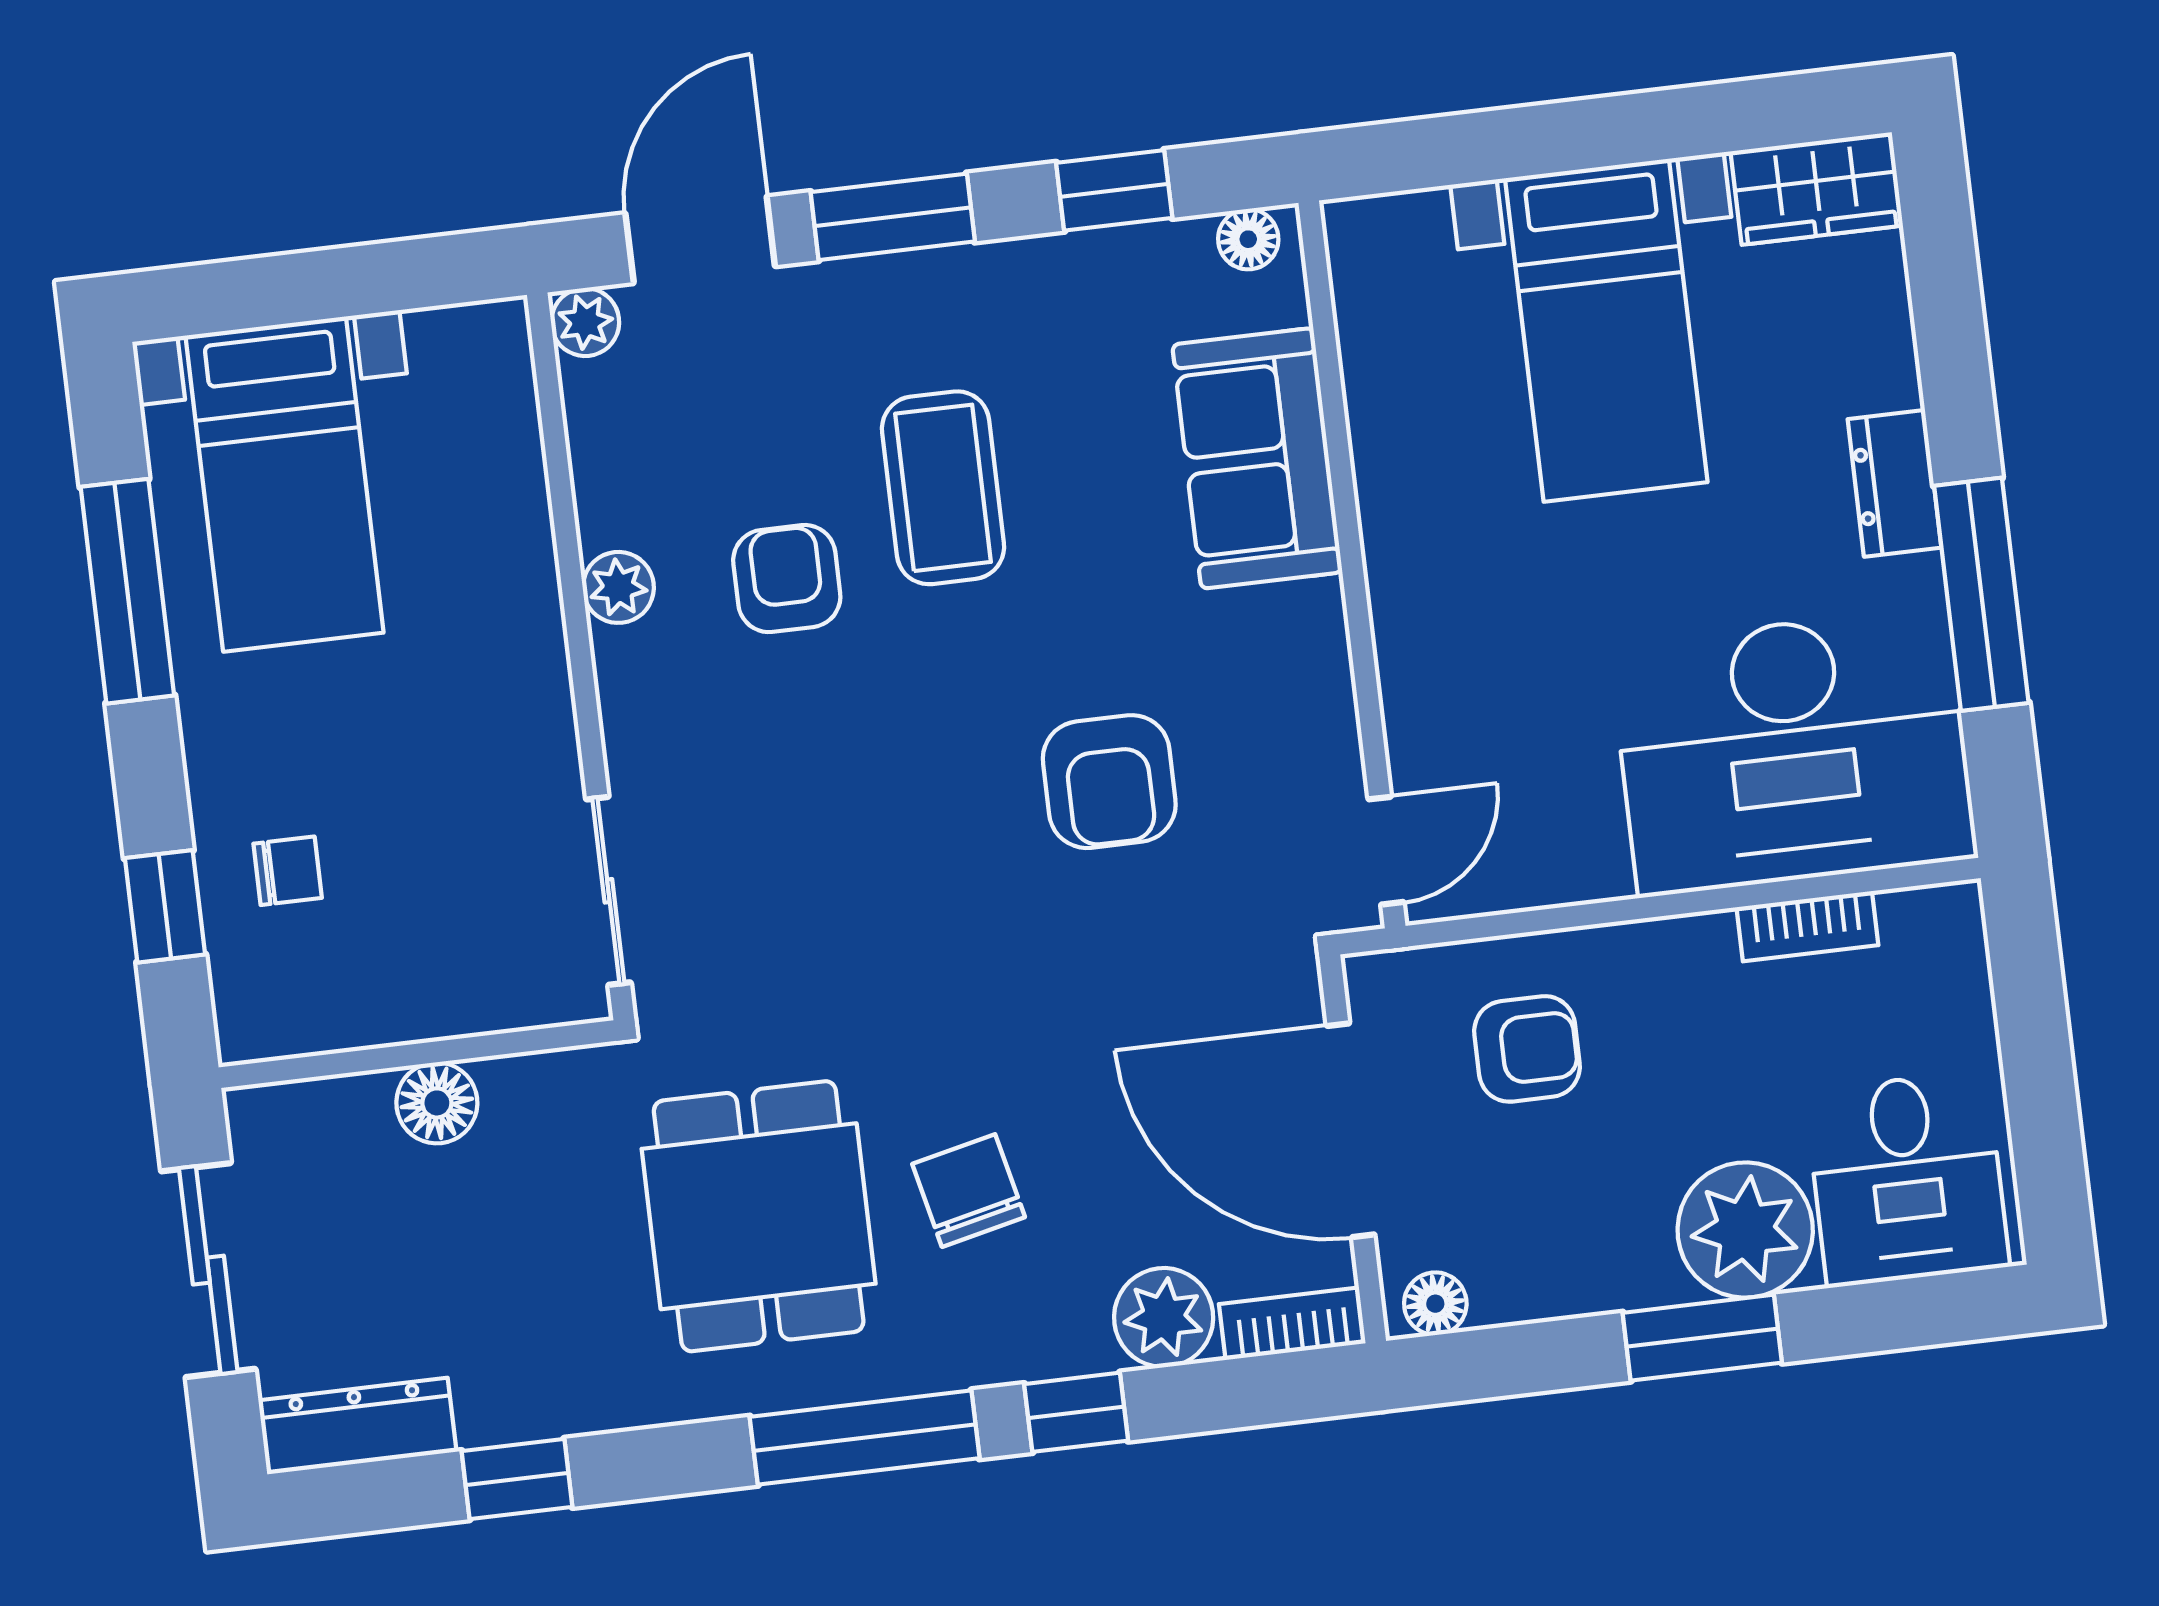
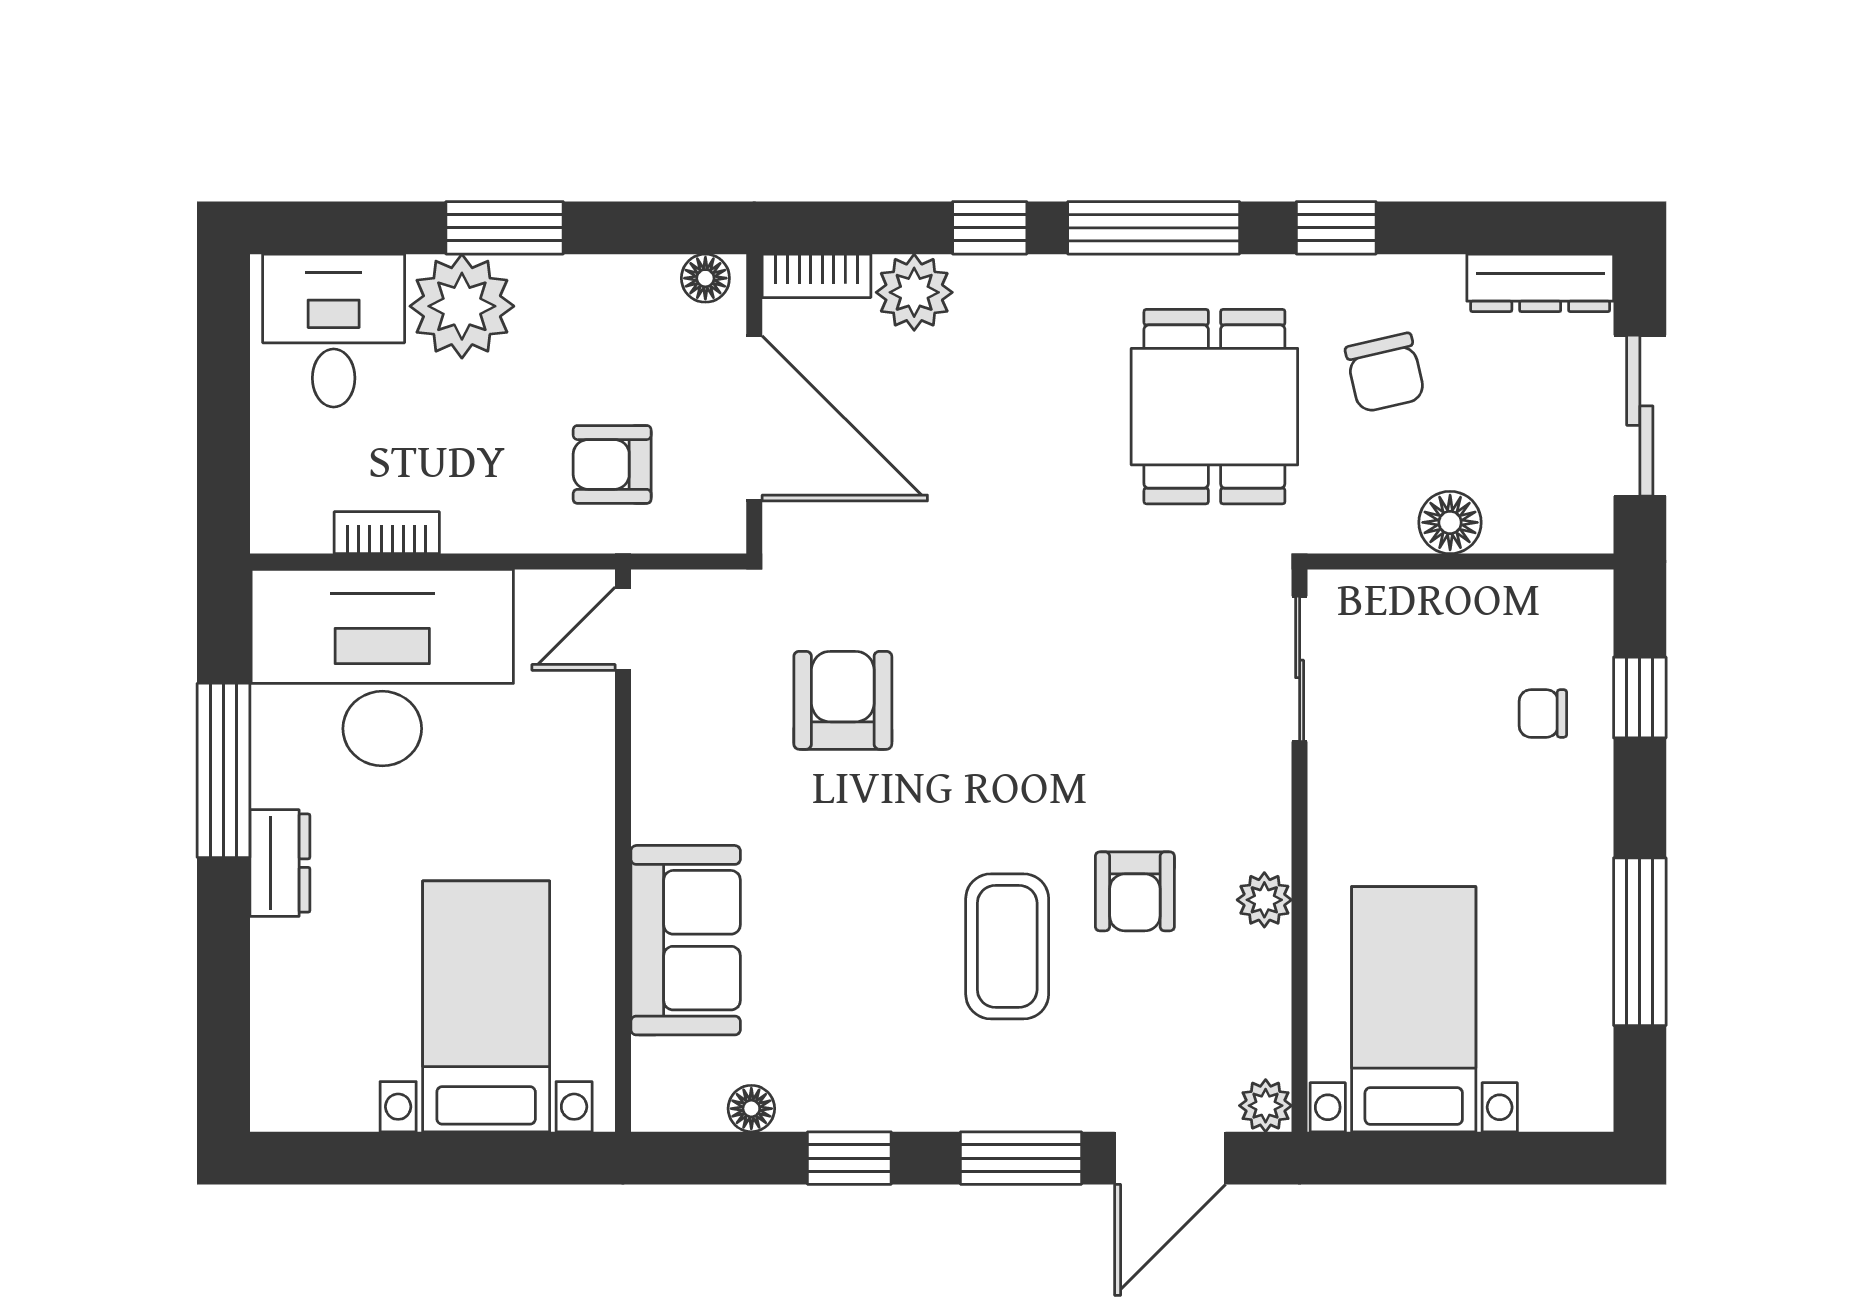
wardrobe: (1817, 188) -> (312, 1095), removed
sofa: (1257, 458) -> (686, 940), moved
bed with nightstands: (285, 484) -> (1414, 1009), moved
wall: (1352, 564) -> (623, 851), moved
armchair: (1109, 782) -> (843, 700), moved
door: (1386, 851) -> (623, 629), moved
chair: (969, 1191) -> (1385, 373), moved
window: (517, 1479) -> (1336, 228), moved

